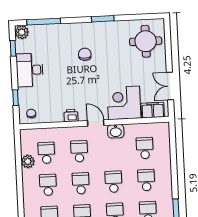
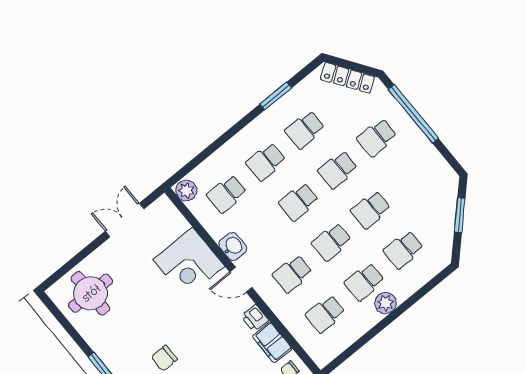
double door: (170, 86) -> (125, 220), swing flipped
filing cabinet: (153, 110) -> (272, 342), moved
door: (96, 123) -> (241, 280), hinge flipped
plant: (162, 129) -> (186, 191), added
plant: (28, 161) -> (386, 303), moved

